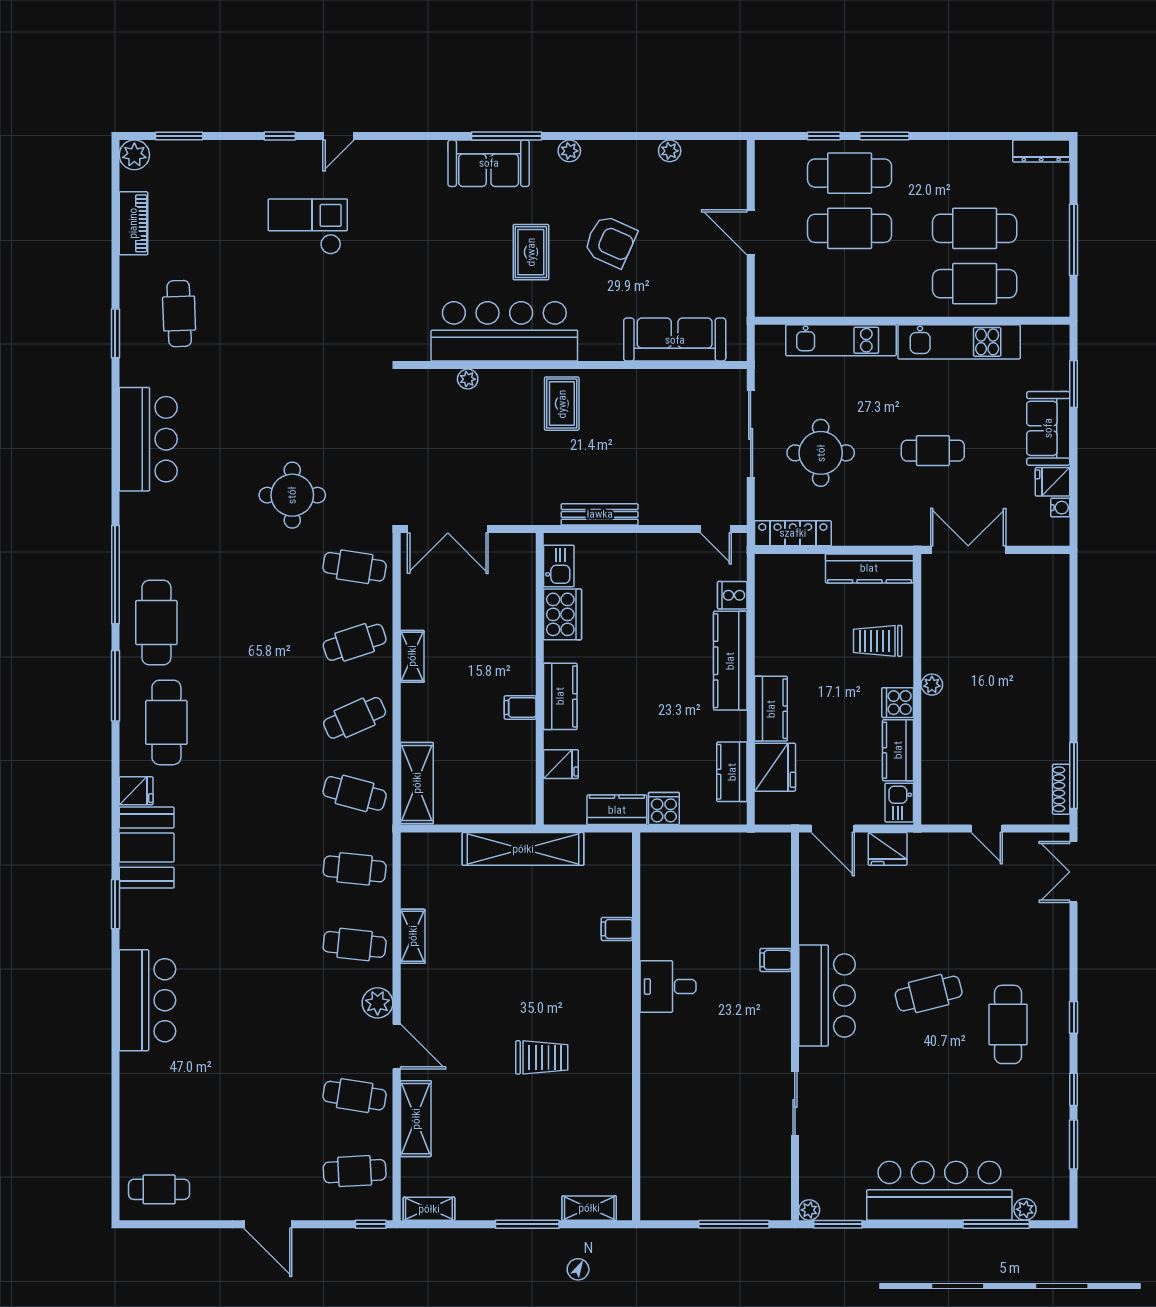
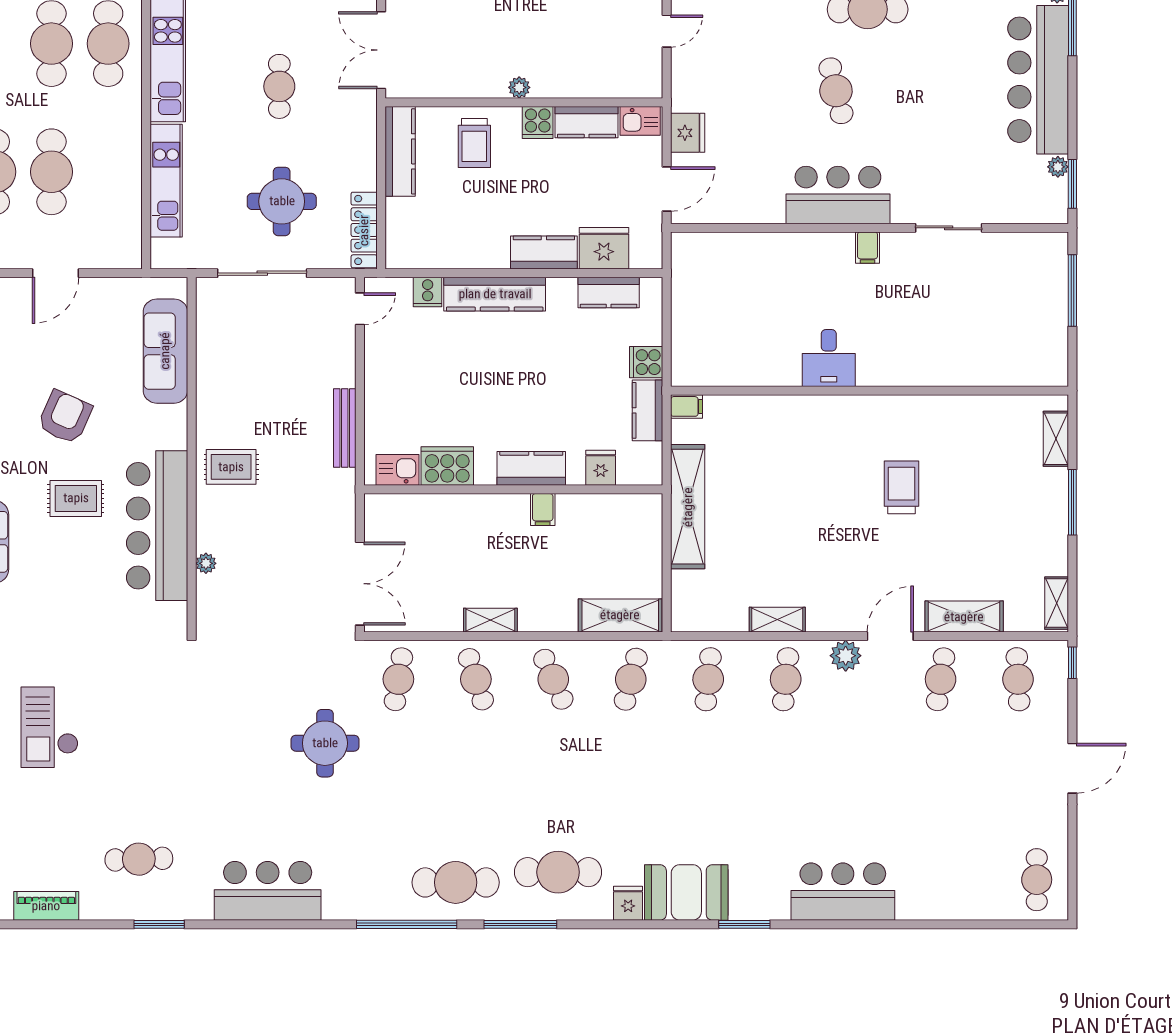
filing cabinet: (617, 929) -> (687, 406), moved, turned -90
filing cabinet: (776, 960) -> (867, 248), moved
plant: (809, 1210) -> (1058, 167), moved

